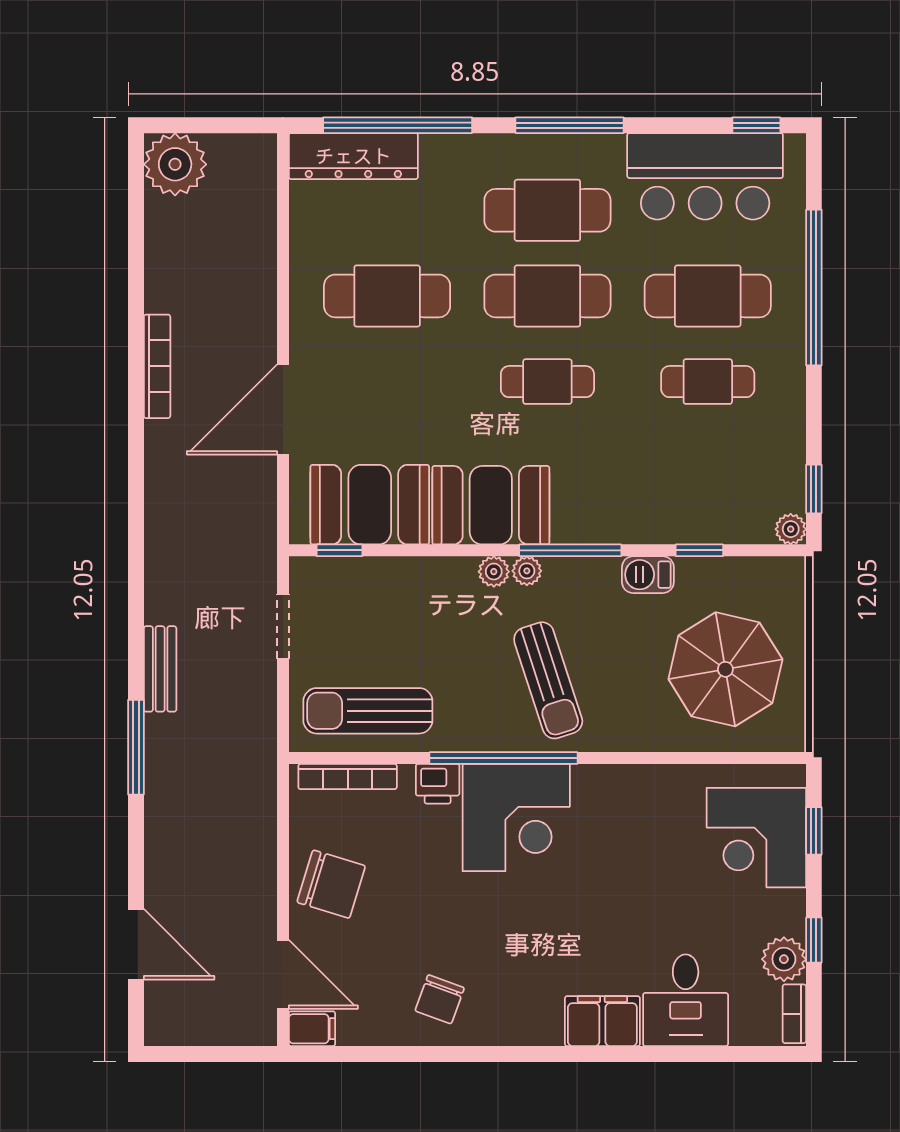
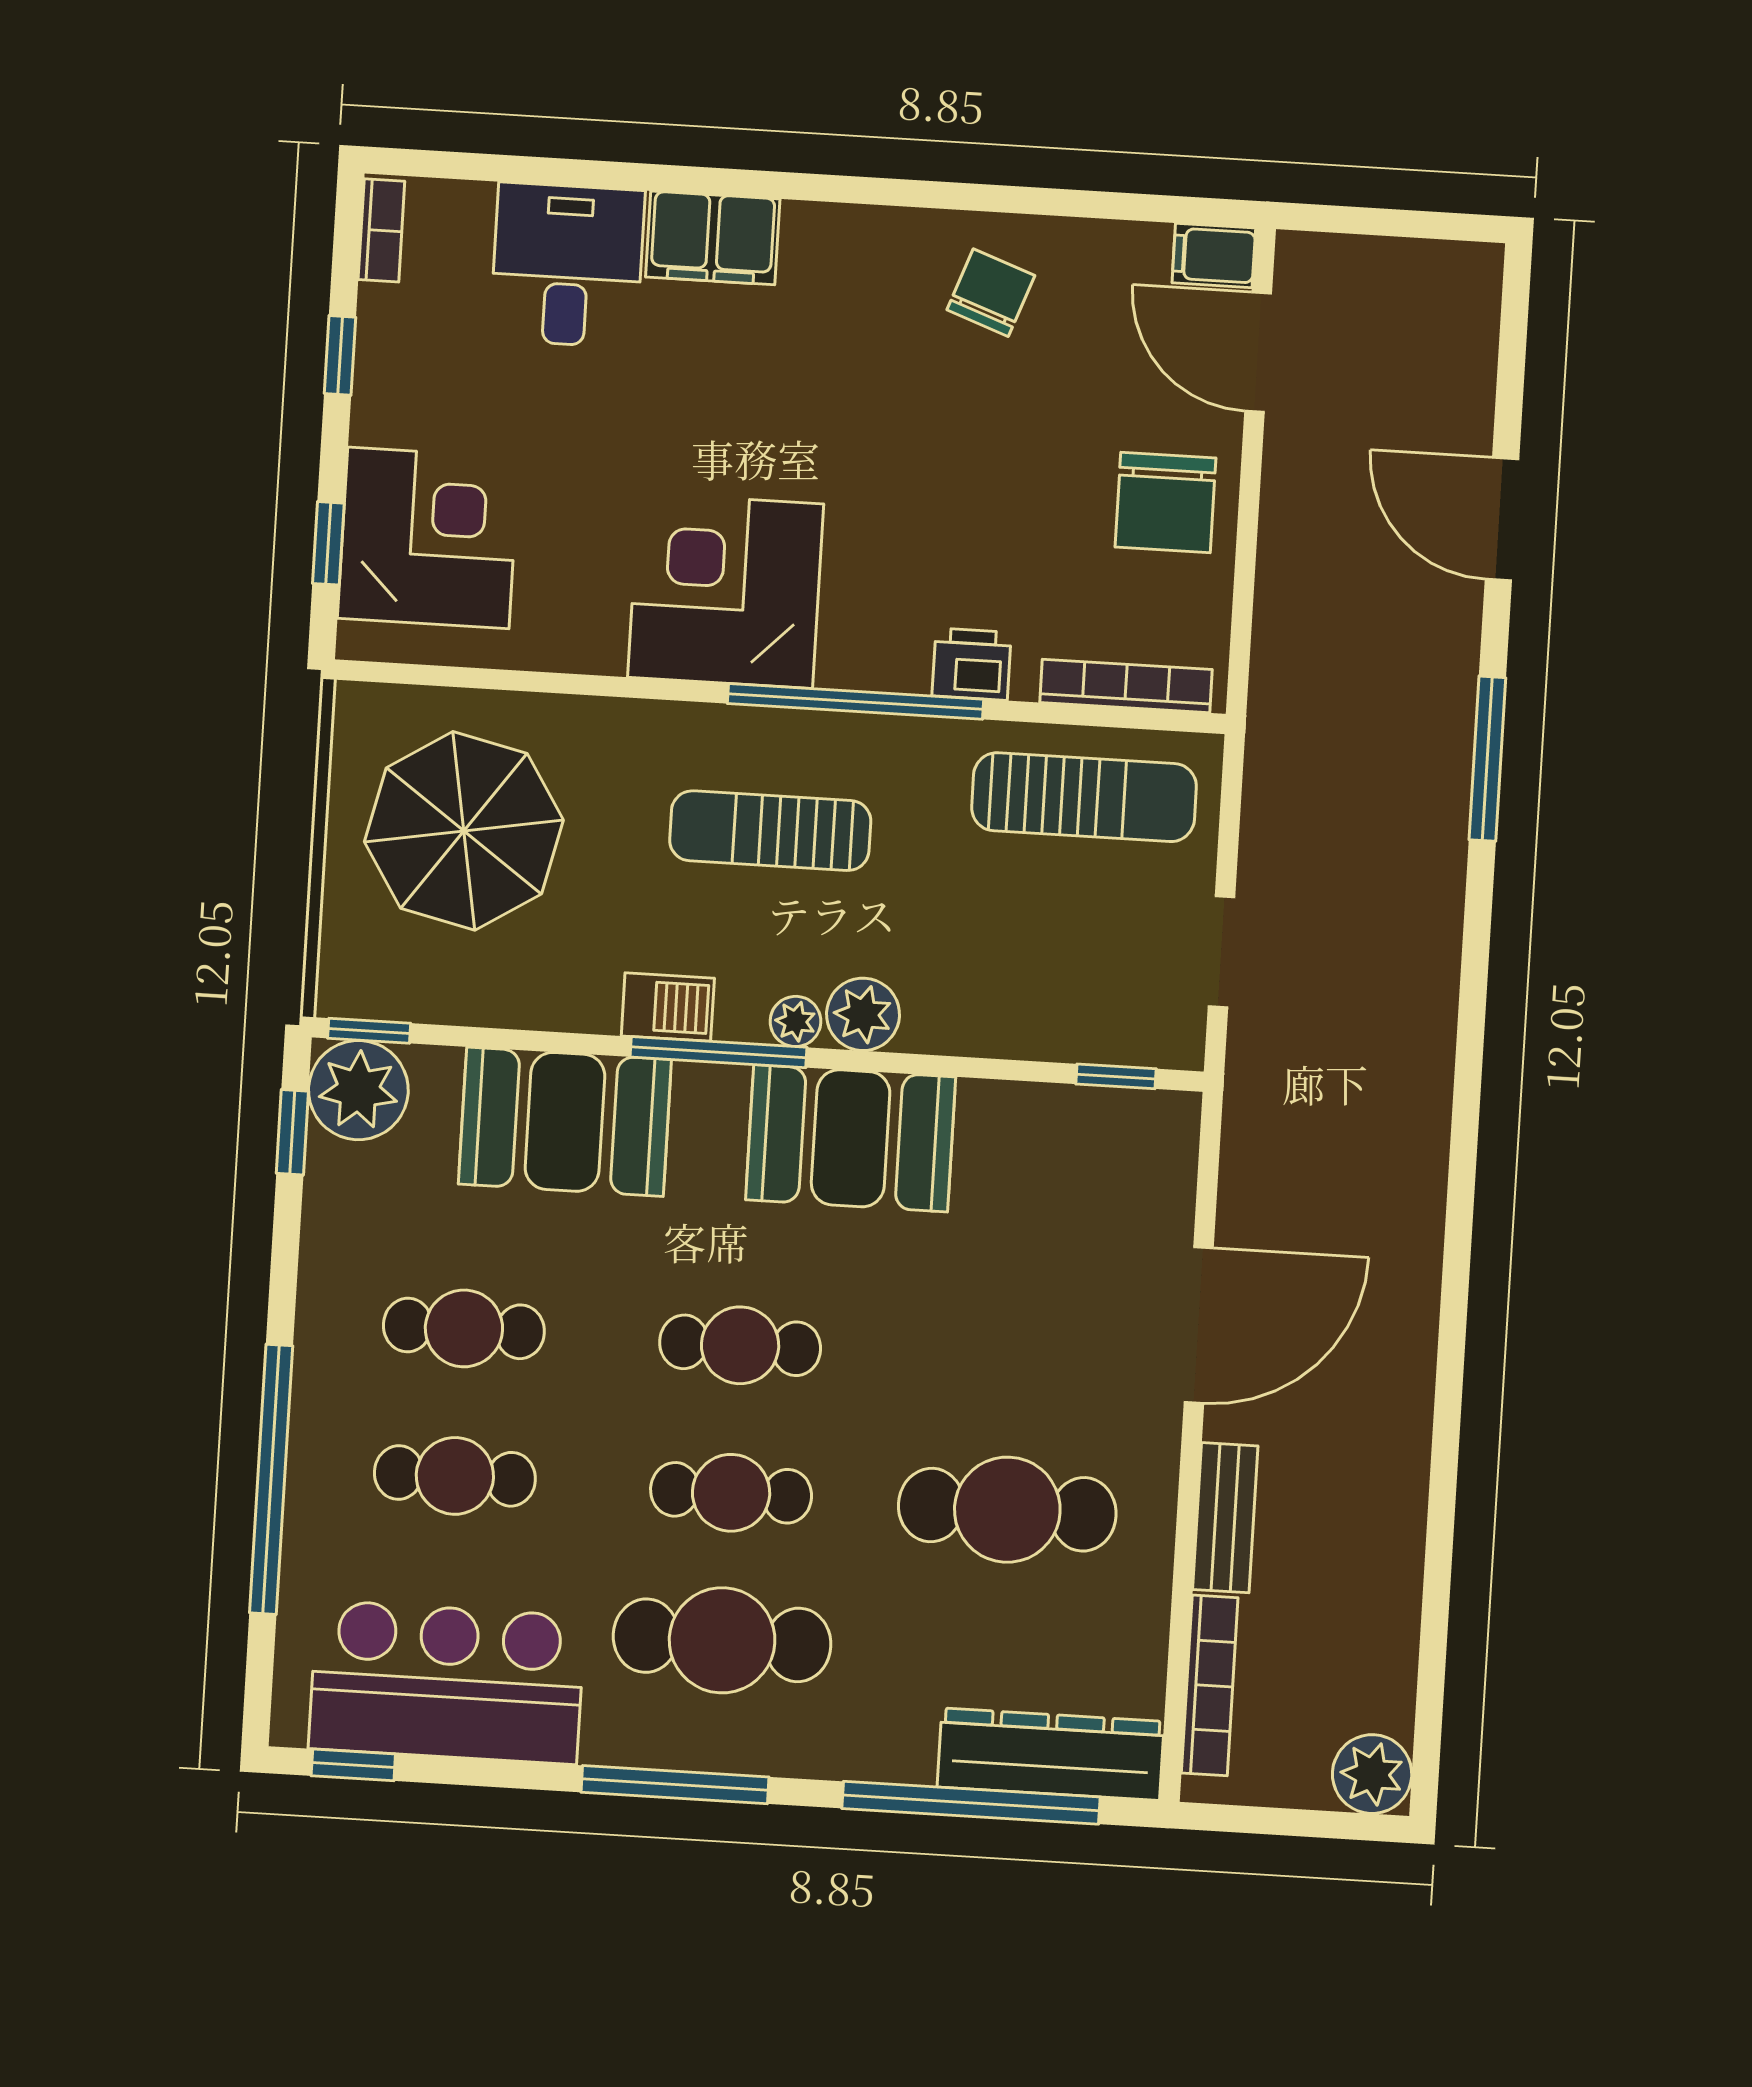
plant: (175, 164) -> (1372, 1774), width x0.73, depth x0.73
cafe table: (547, 296) -> (731, 1493), width x0.73, depth x0.74
cafe table: (708, 296) -> (455, 1476), width x0.73, depth x0.74
bookcase: (157, 366) -> (1210, 1685), moved, turned 180
booth: (370, 505) -> (565, 1122), moved
plant: (791, 529) -> (358, 1090), width x1.88, depth x1.88
window: (699, 550) -> (369, 1031), moved
plant: (494, 572) -> (863, 1014), width x1.38, depth x1.38
barbecue: (648, 575) -> (668, 1007), moved
bench: (160, 669) -> (1225, 1518), moved
sun lounger: (548, 680) -> (770, 831), turned -72
corner desk: (516, 818) -> (726, 591), moved
chair: (331, 884) -> (1165, 502), turned -107
door: (136, 944) -> (1502, 519), moved
plant: (784, 959) -> (394, 326), removed

